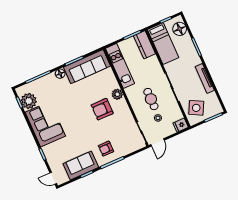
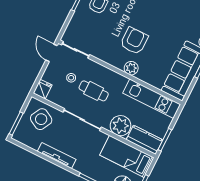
plant: (152, 65) -> (121, 126), added

